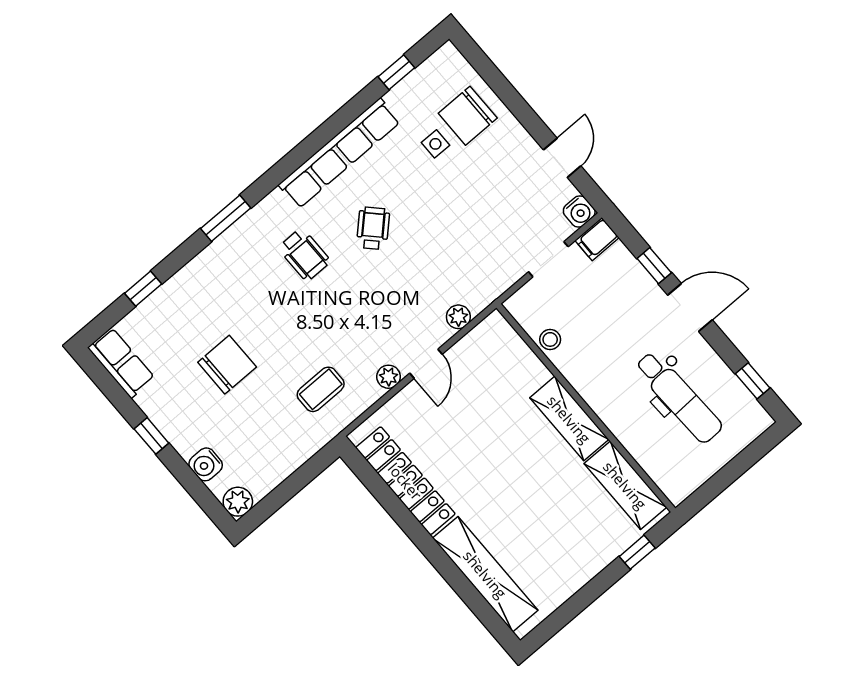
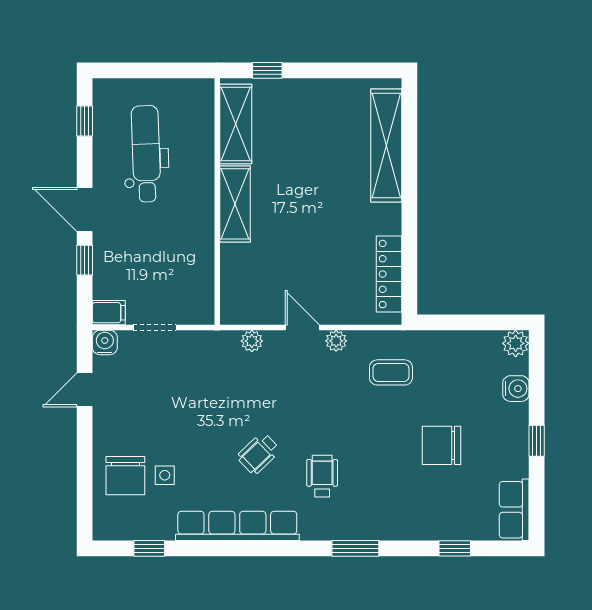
chair: (468, 116) -> (125, 476), turned 90
stool: (550, 339) -> (201, 271), removed
door: (426, 364) -> (302, 328), hinge flipped
locker: (405, 481) -> (389, 274), width x0.71, depth x0.83

